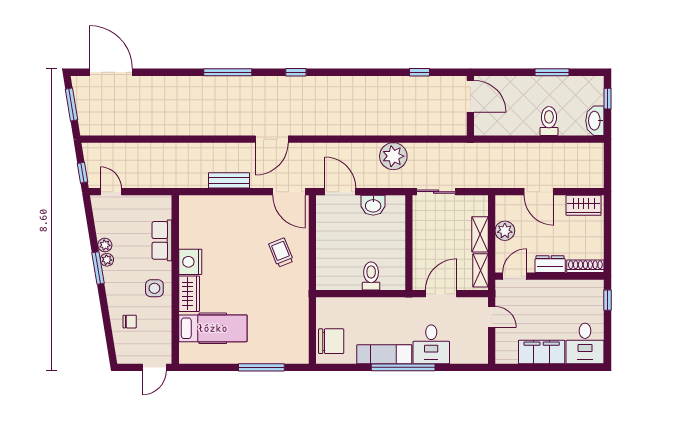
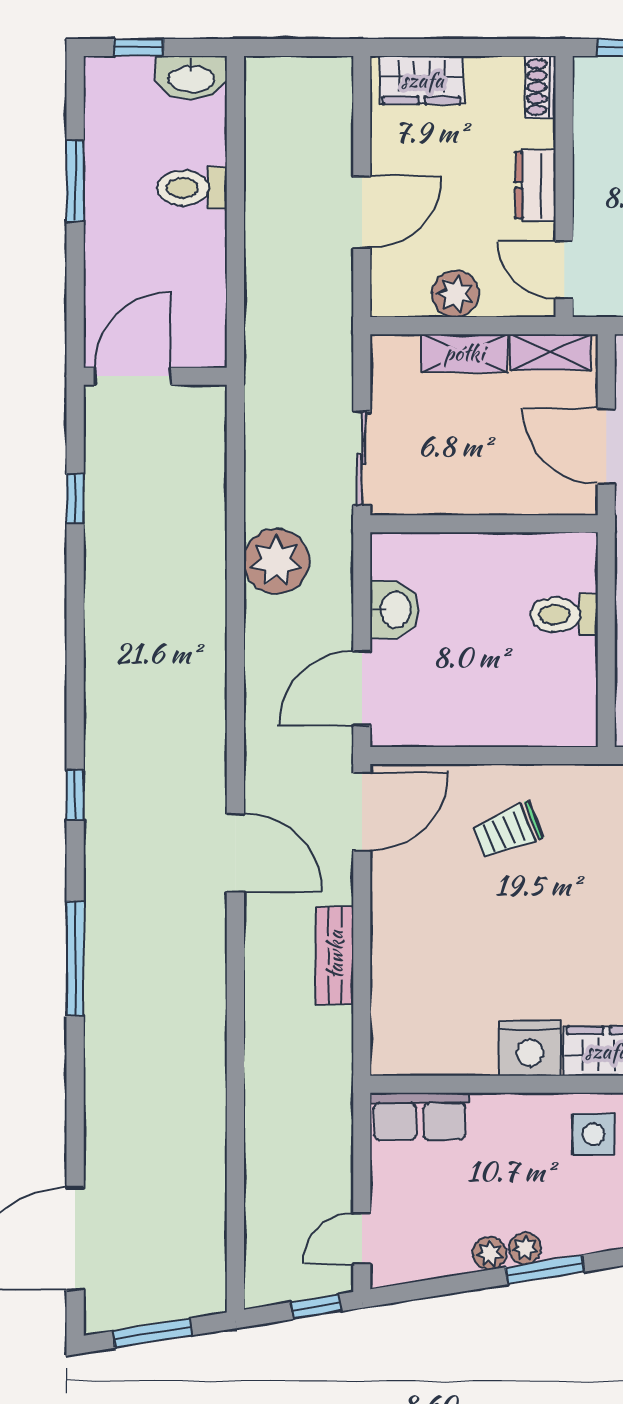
wardrobe: (584, 205) -> (422, 80), moved, turned 90
row of seats: (162, 240) -> (420, 1116), moved
shoe rack: (585, 266) -> (541, 87), width x0.70

